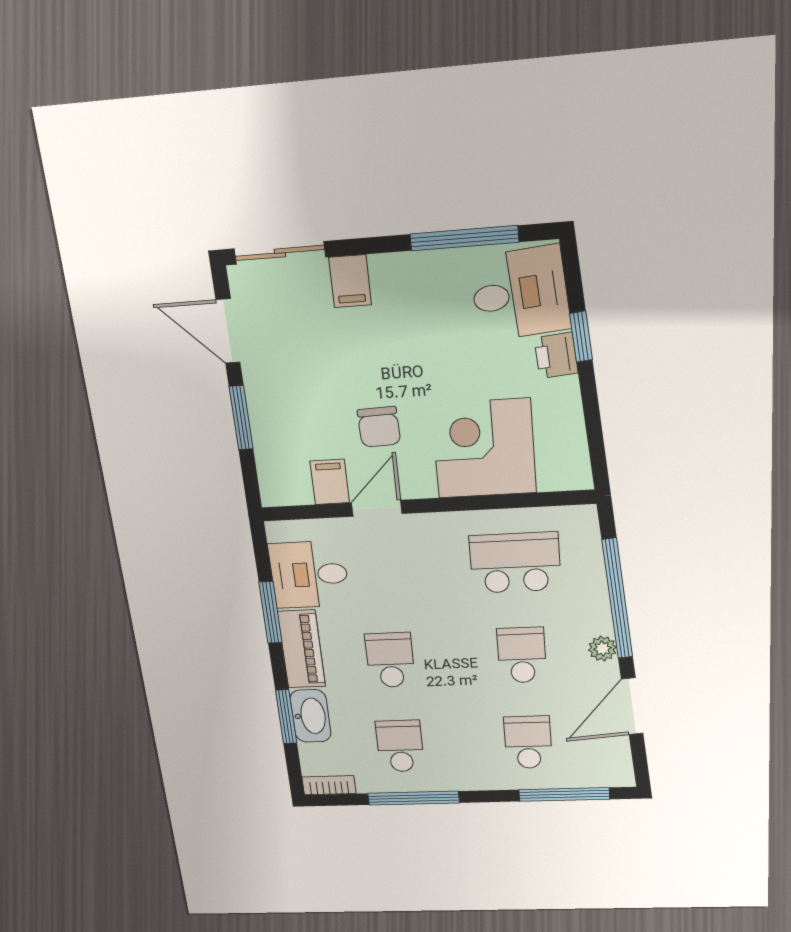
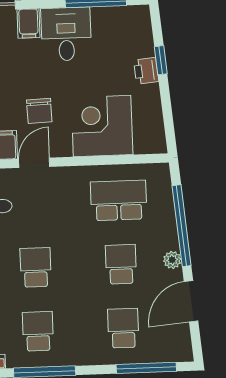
desk: (520, 294) -> (66, 34), moved, turned -85

